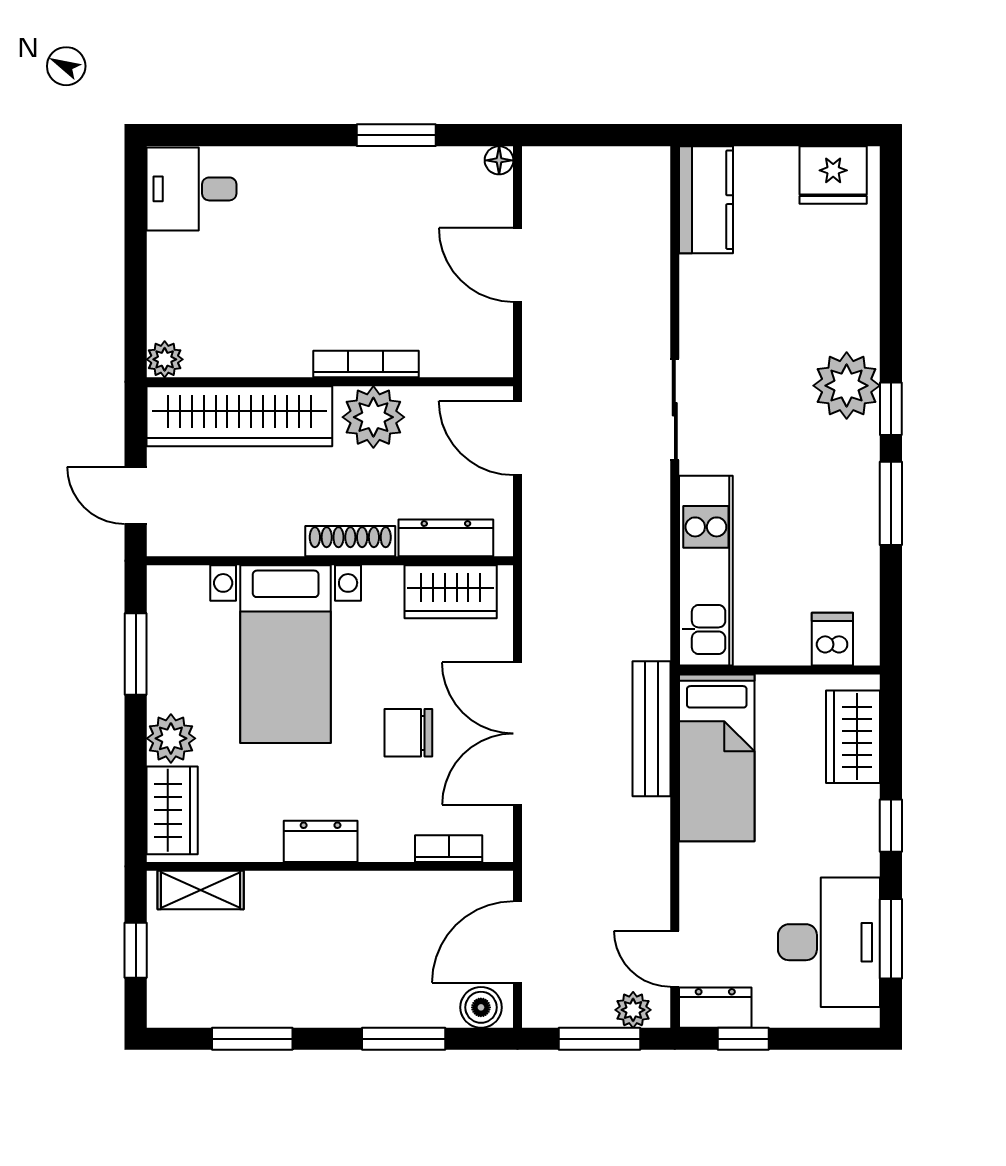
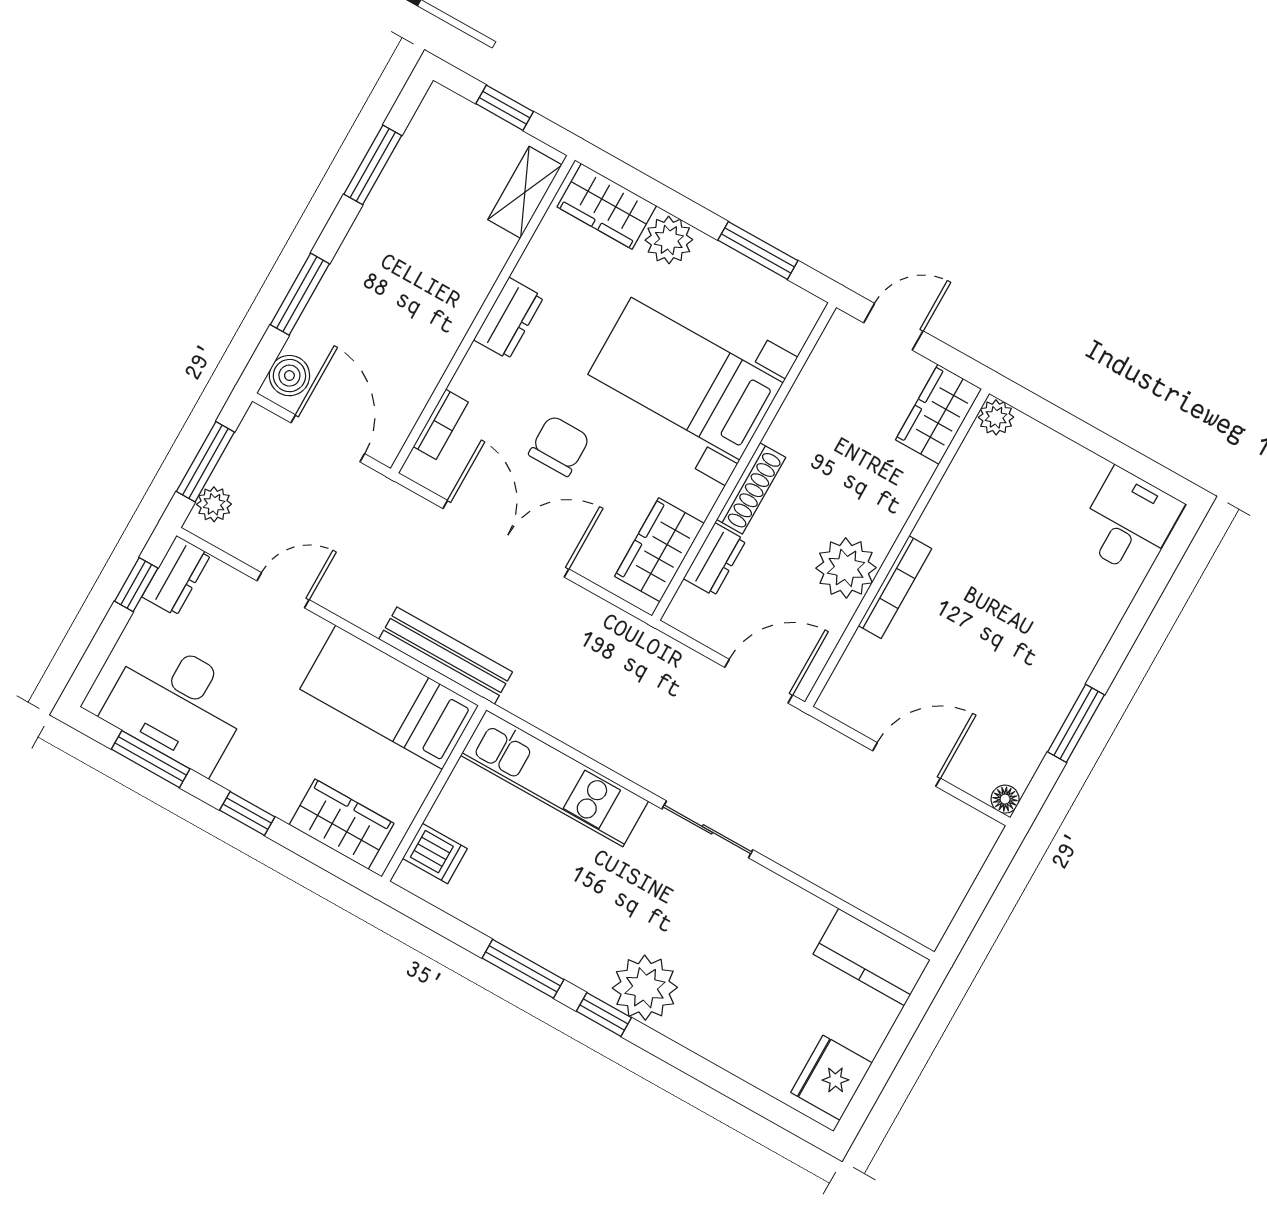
wardrobe: (239, 416) -> (939, 414), width x0.48, depth x0.85
dresser: (446, 538) -> (715, 559), width x0.70
door: (675, 959) -> (283, 590), moved

